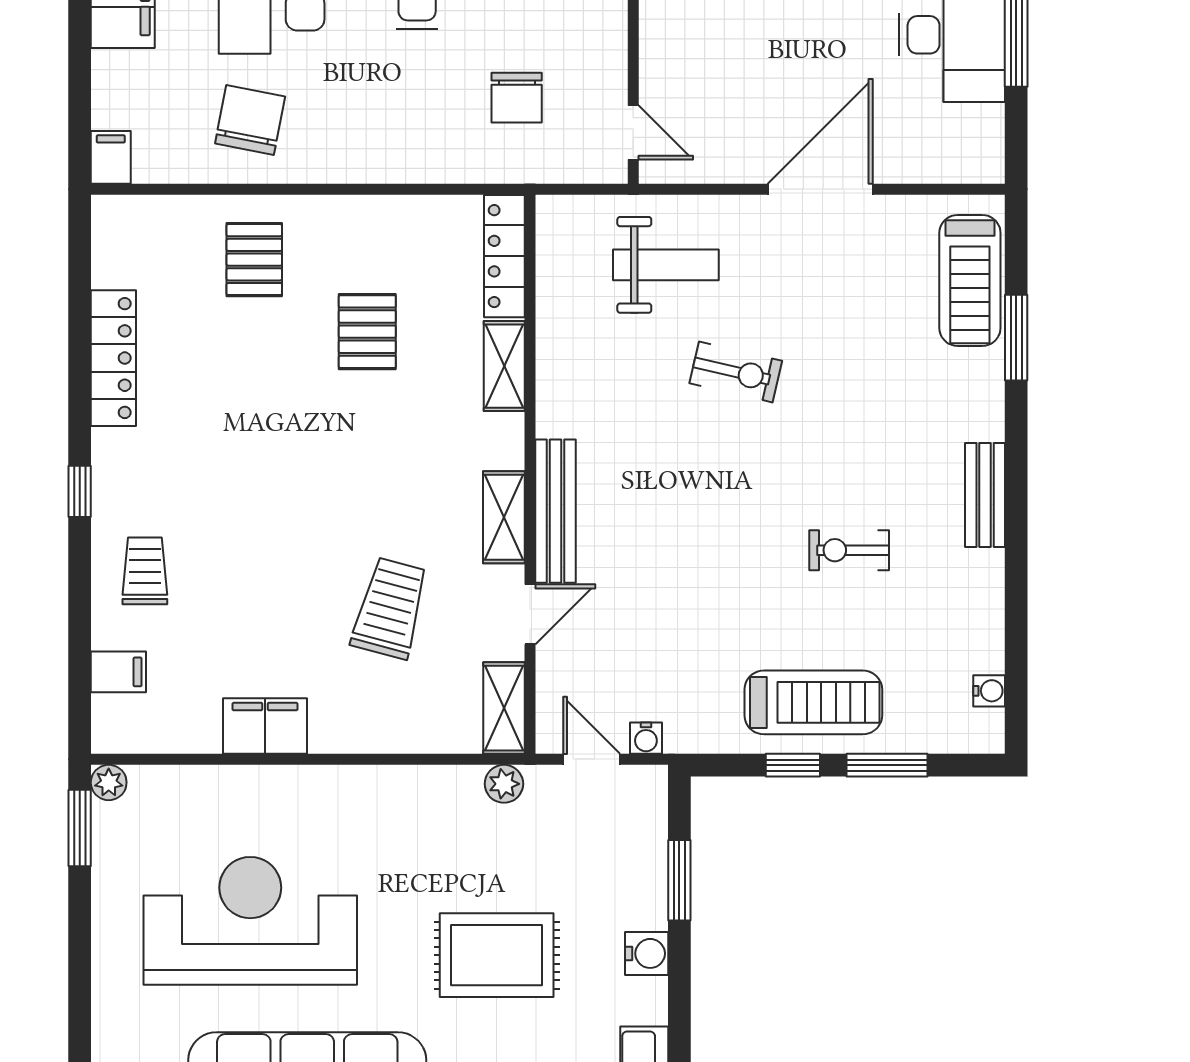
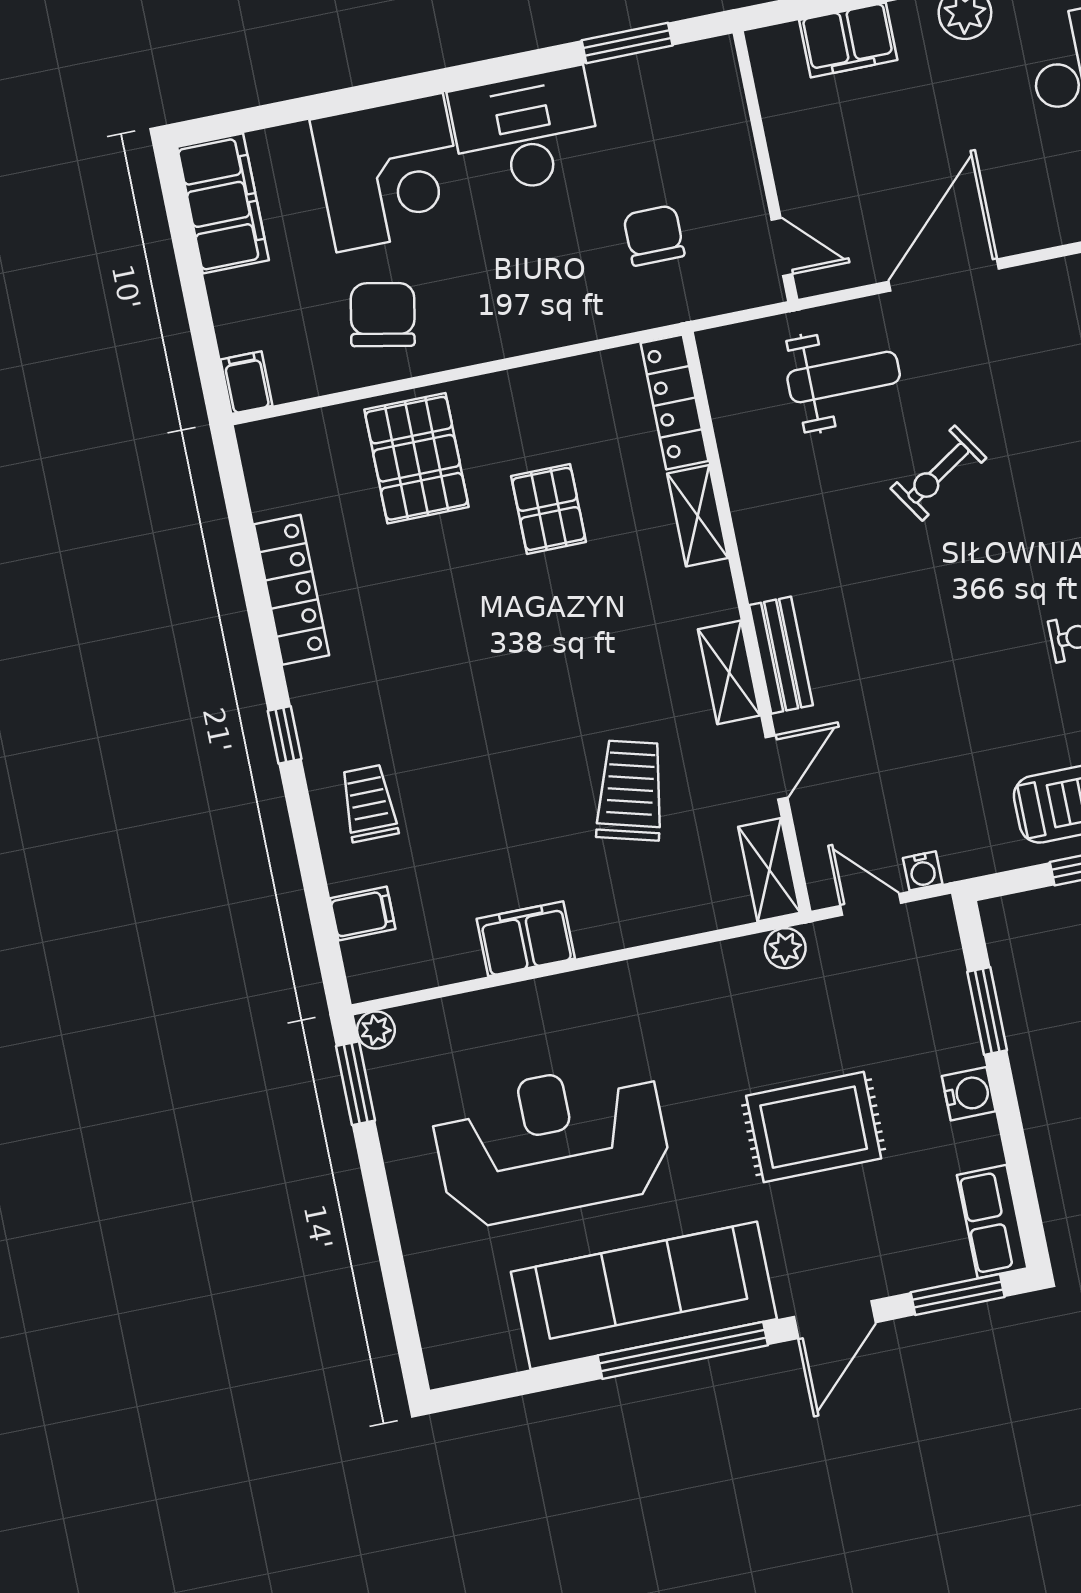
chair: (517, 98) -> (654, 235), turned 180
door: (820, 189) -> (944, 275), moved
pallet: (254, 260) -> (417, 458), width x1.50, depth x1.42
exercise bike: (736, 372) -> (938, 473), turned 134
bench: (555, 511) -> (781, 655), width x0.73

